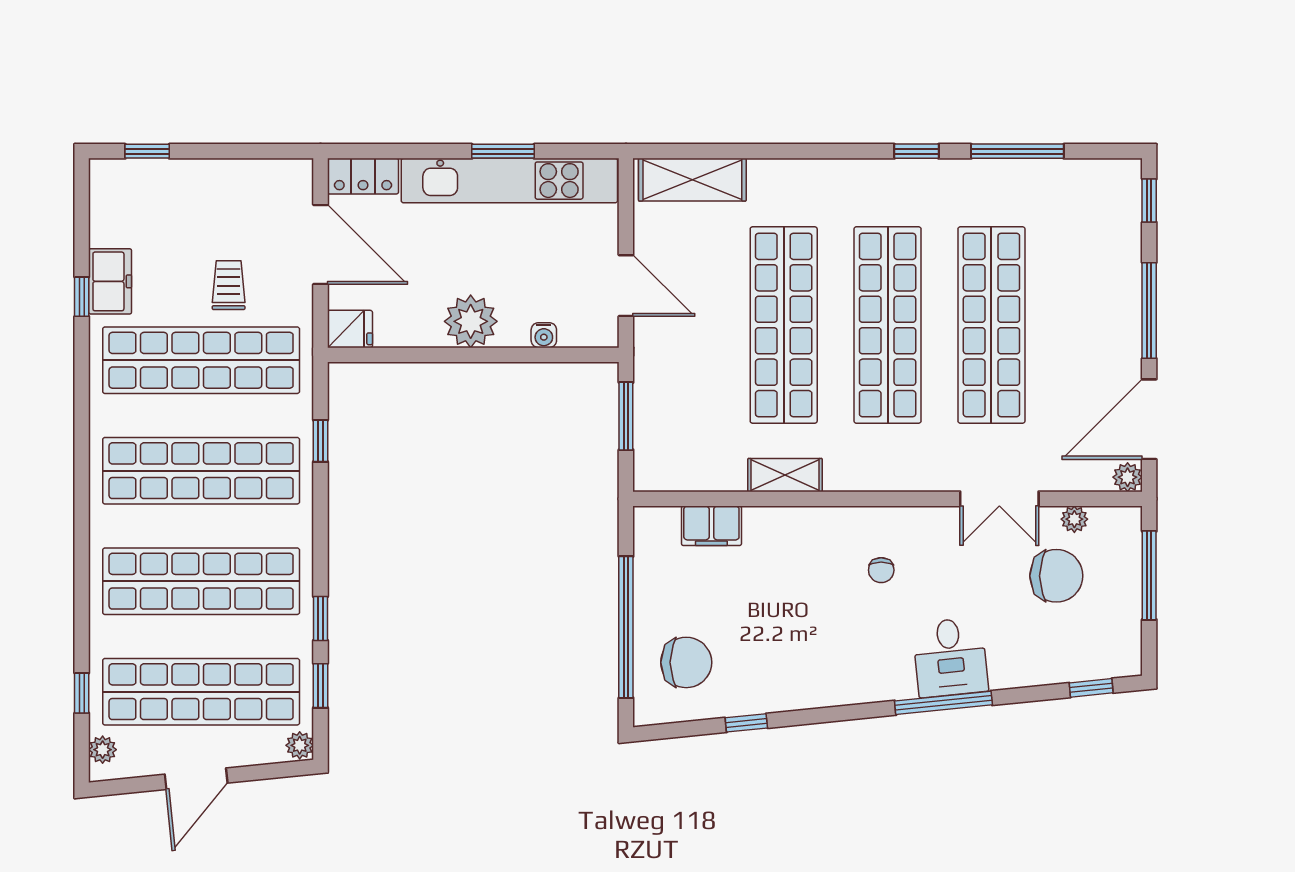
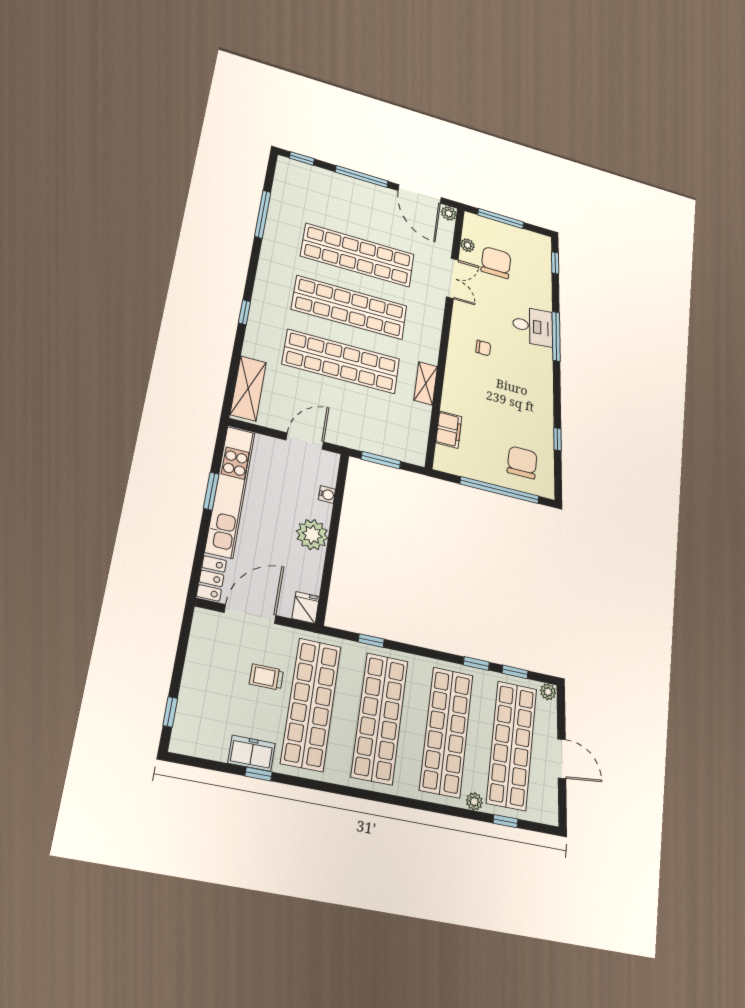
window: (917, 151) -> (244, 312), moved
plant: (103, 750) -> (474, 801), moved

